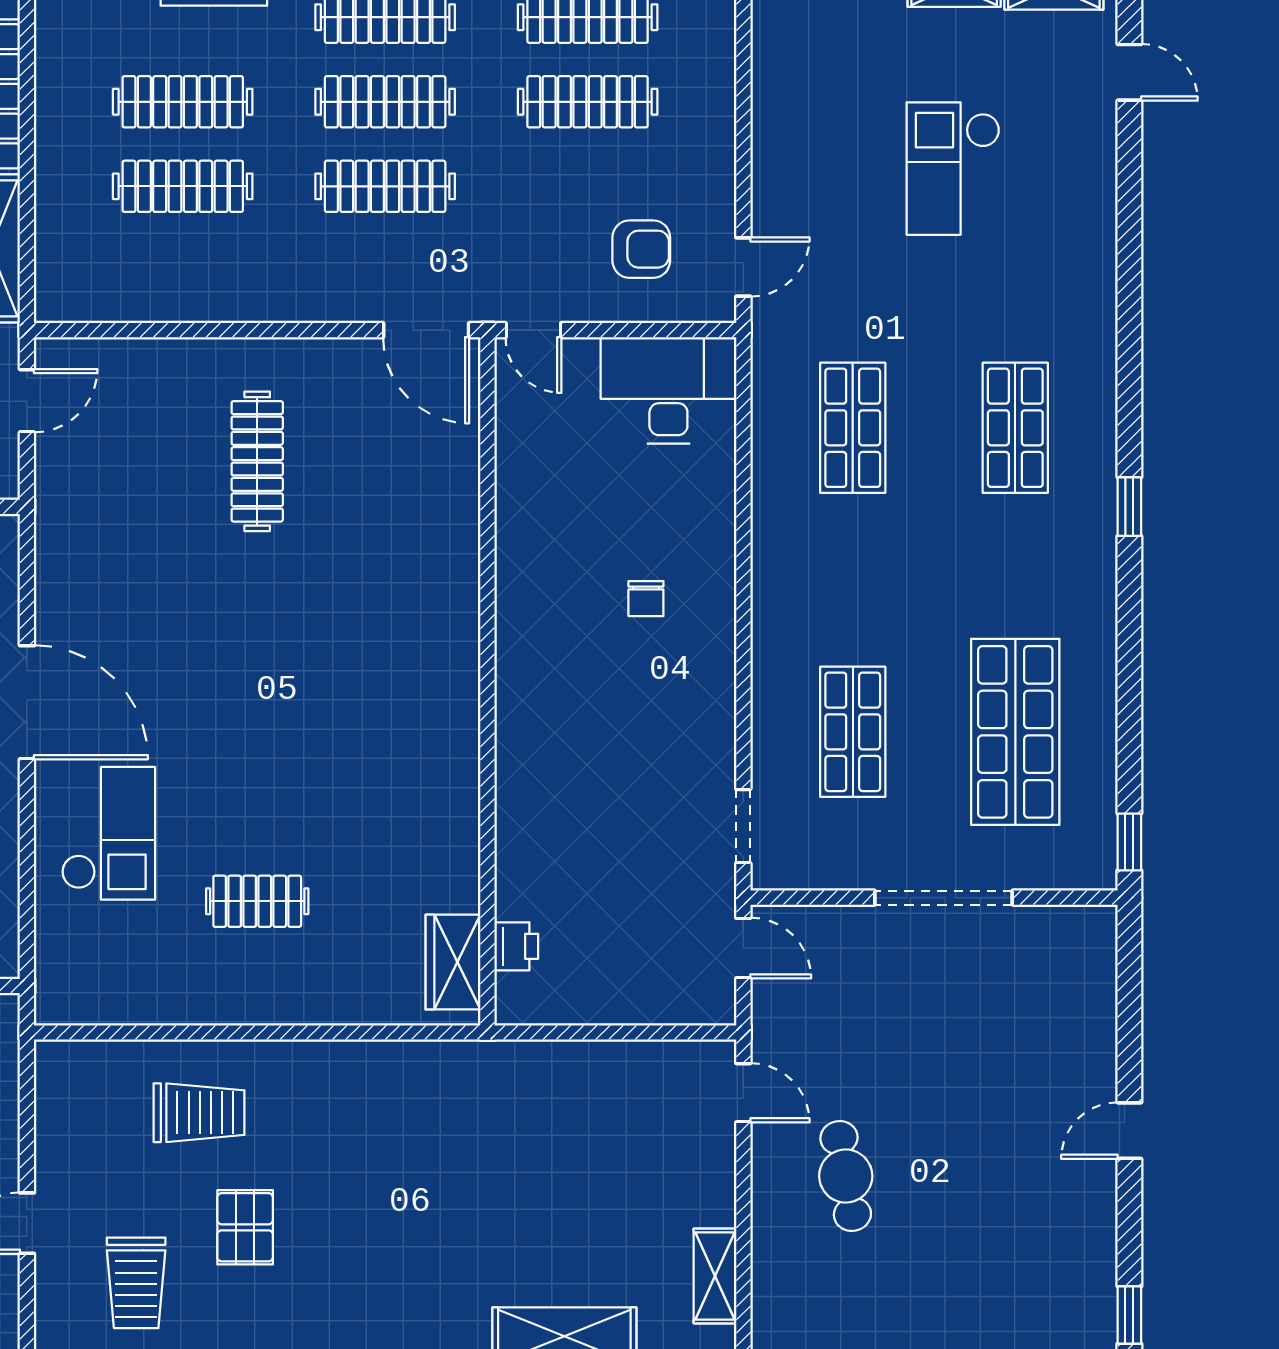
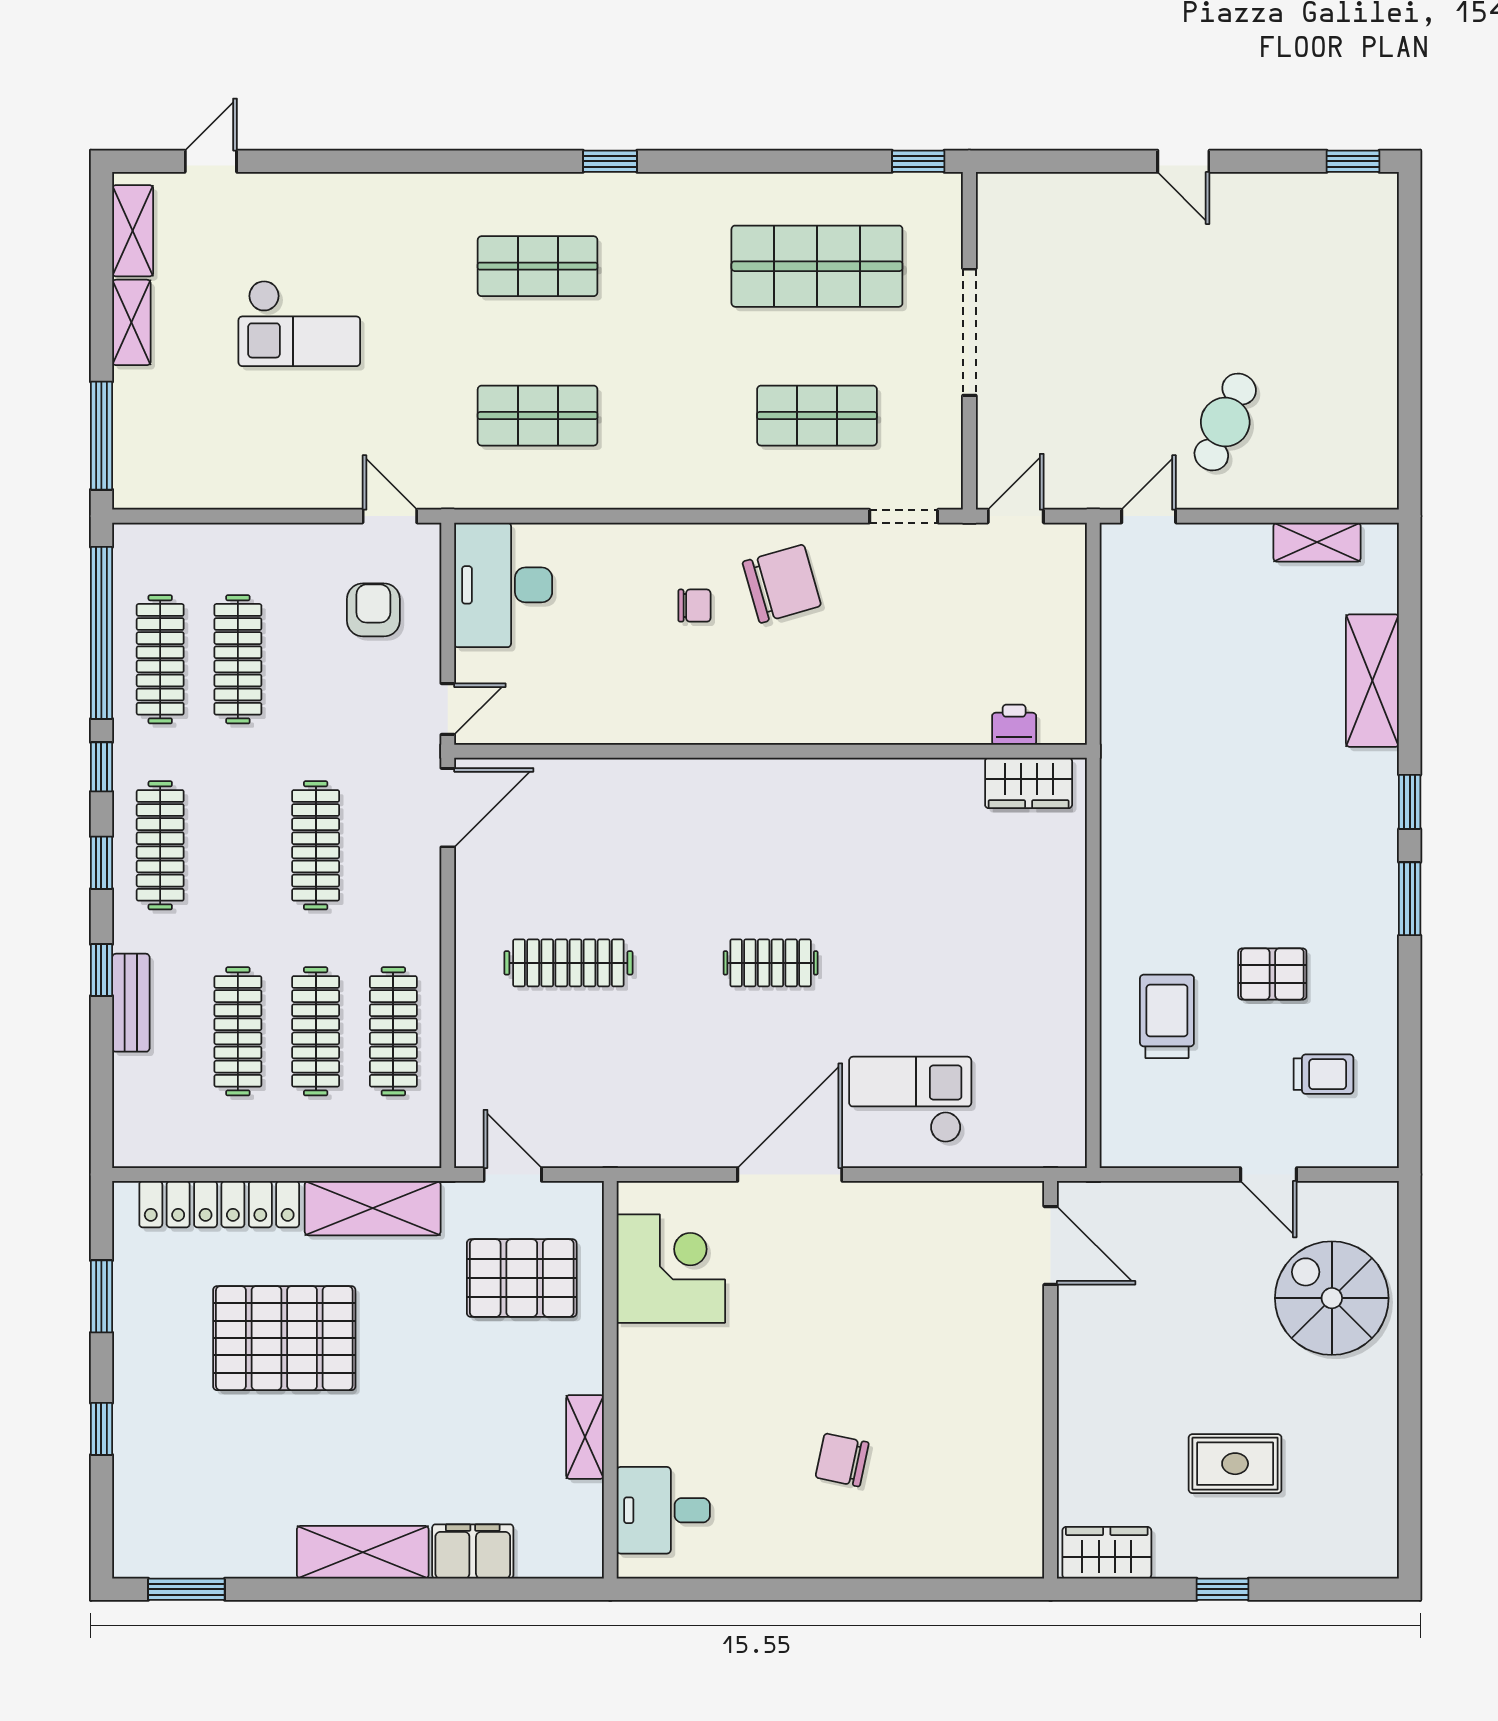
clothes rail: (385, 102) -> (393, 1031), moved
chair: (670, 693) -> (782, 584), added
clothes rail: (257, 901) -> (771, 963), moved, turned 90
cafe table: (846, 1176) -> (1225, 422), turned -57
trolley: (136, 1283) -> (1323, 1074), width x0.73, depth x0.72

